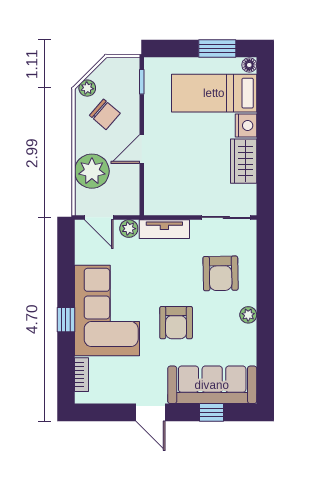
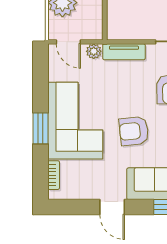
window: (66, 320) -> (40, 128), width x1.50
armchair: (176, 323) -> (134, 131), turned 84

